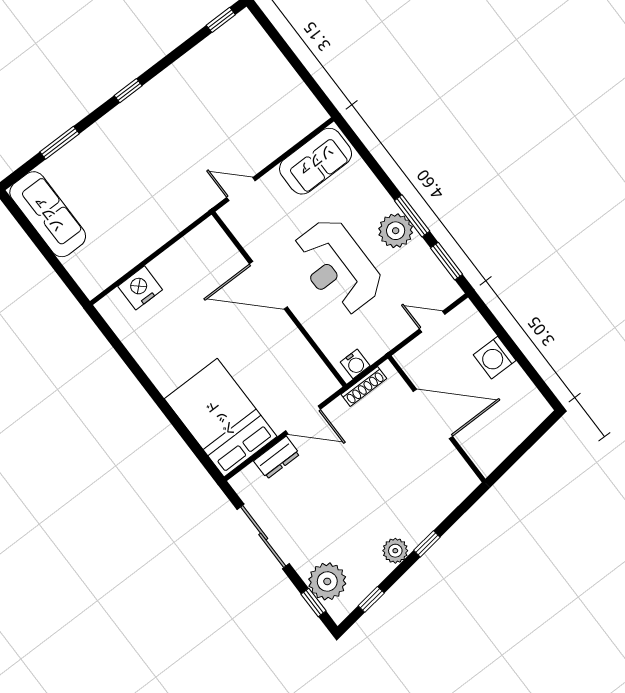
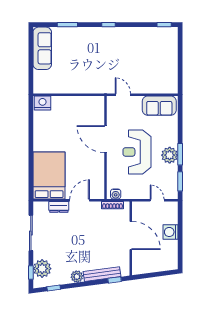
nightstand: (140, 288) -> (43, 103), moved
door: (303, 420) -> (80, 200), swing flipped
bench: (434, 515) -> (102, 274), added
window: (427, 544) -> (115, 280), moved

